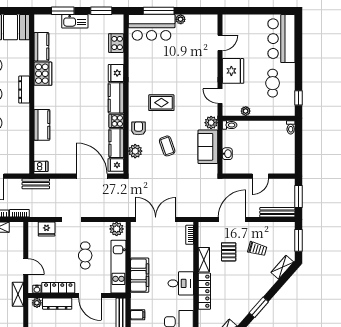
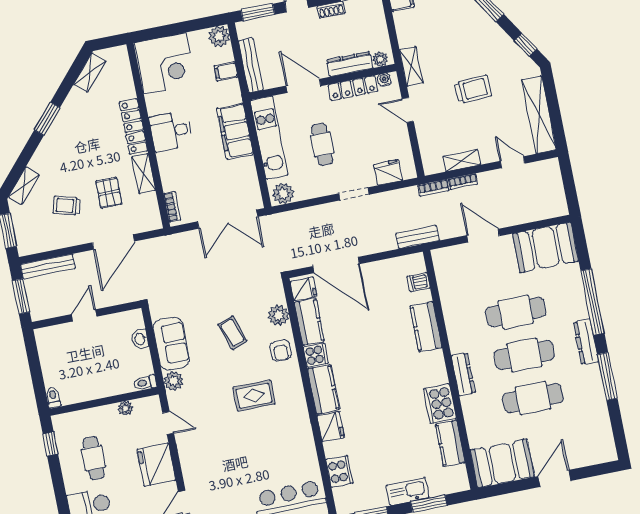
dishwasher: (41, 166) -> (419, 282), moved

